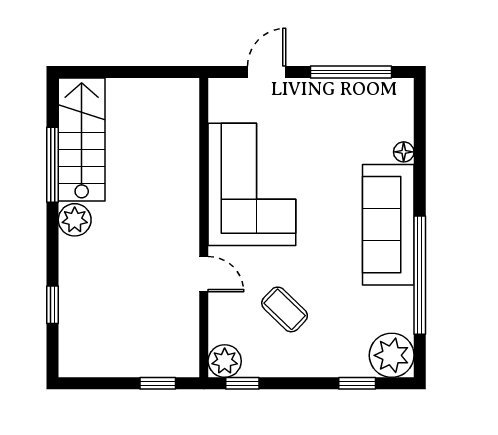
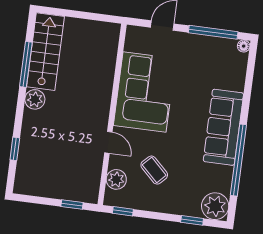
floor lamp: (404, 152) -> (244, 46), moved
plant: (225, 361) -> (116, 179), moved

